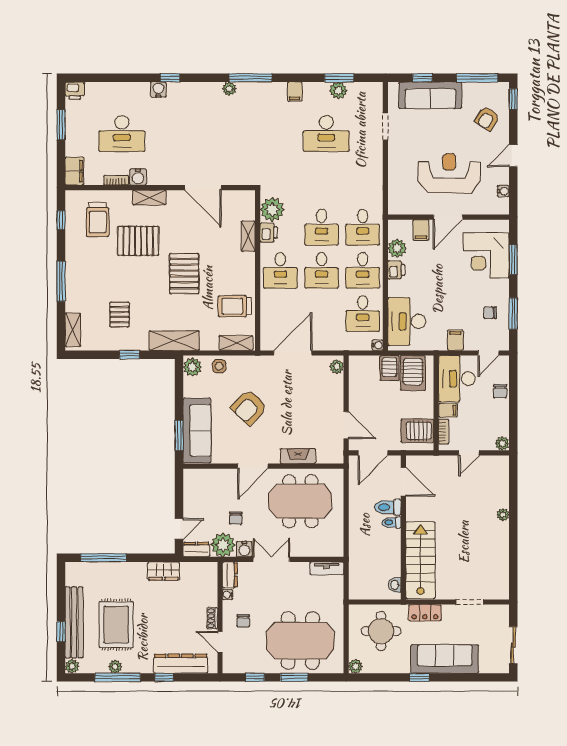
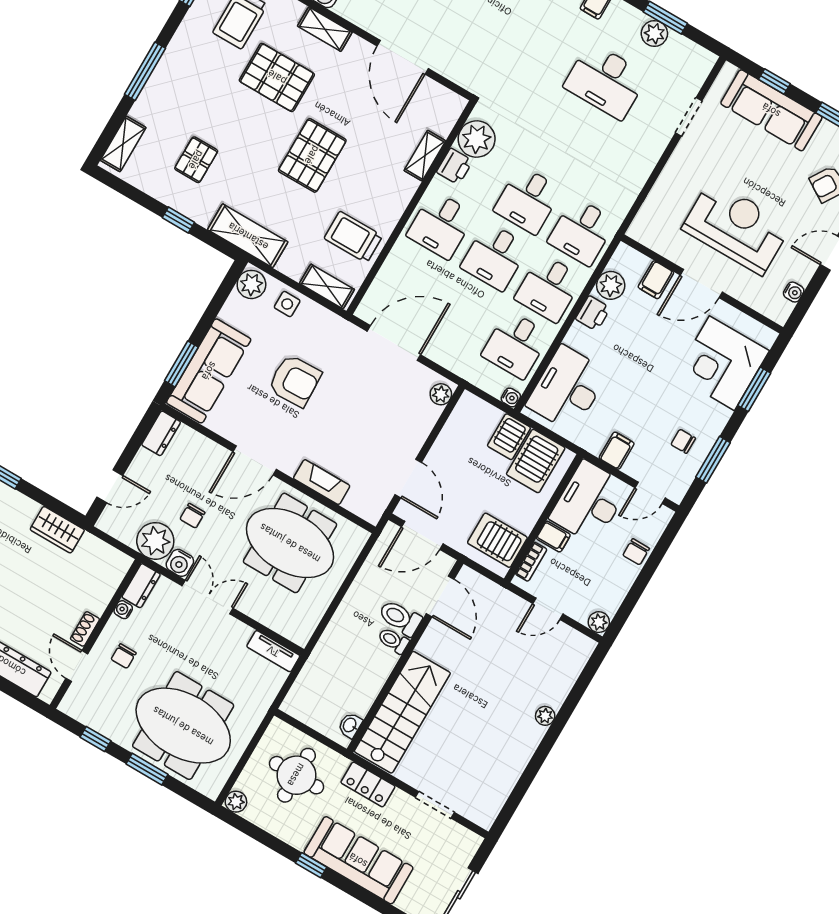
armchair: (249, 407) -> (295, 381), turned -136
dresser: (196, 550) -> (161, 433), moved, turned 90

